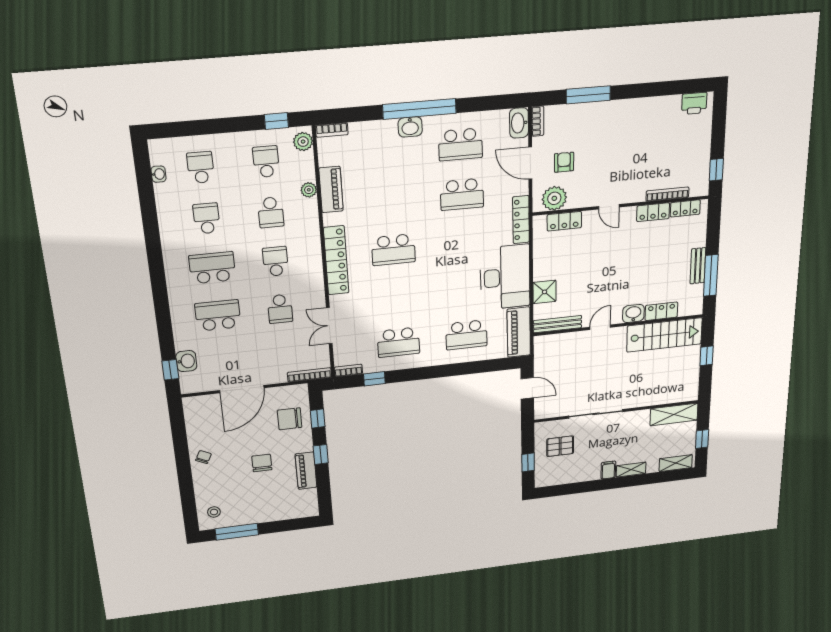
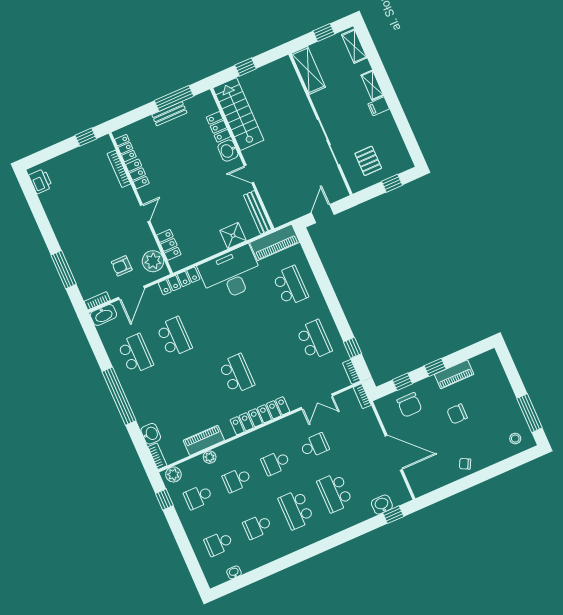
washbasin: (410, 127) -> (151, 434), moved
school desk: (271, 212) -> (237, 480), turned 180
bookcase: (310, 375) -> (362, 396), width x0.64

